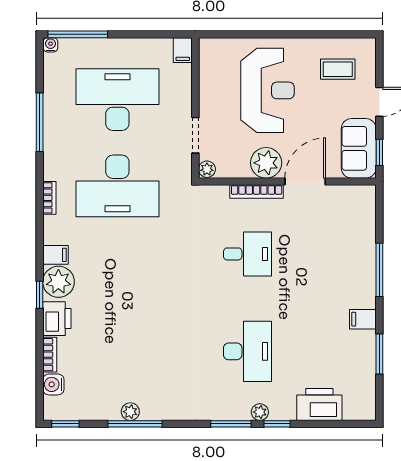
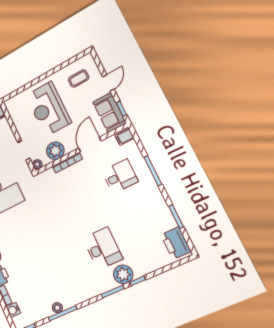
reception desk: (267, 90) -> (48, 109), turned 180
plant: (266, 163) -> (55, 151), moved
desk: (247, 254) -> (120, 176), moved
filing cabinet: (363, 319) -> (124, 137), moved
printer: (319, 405) -> (176, 243), moved, turned -90
plant: (260, 412) -> (123, 274), width x1.87, depth x1.87

